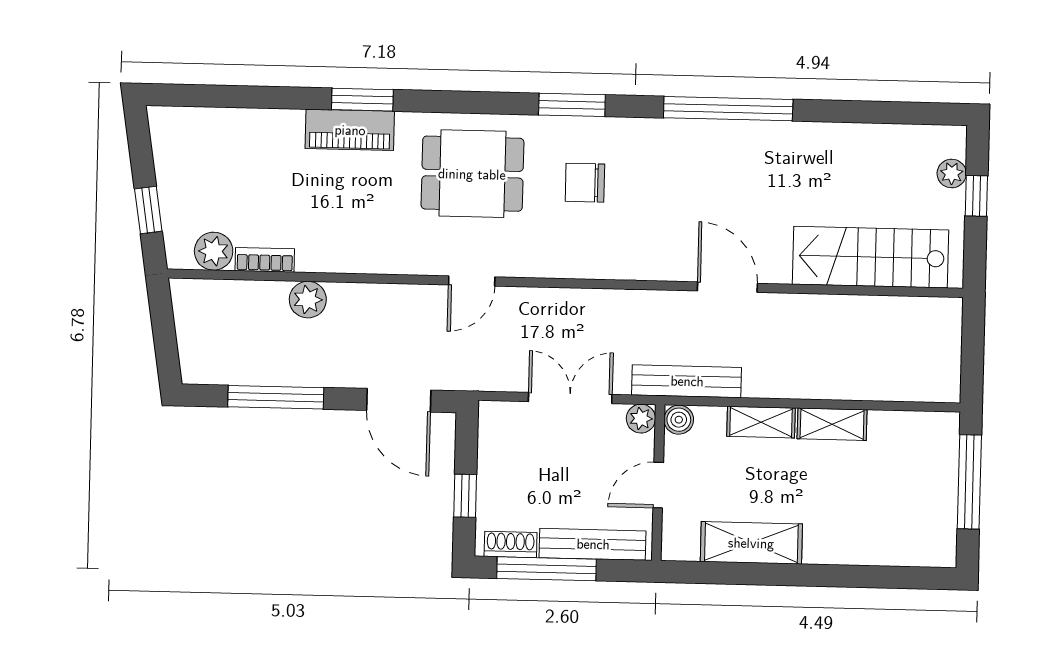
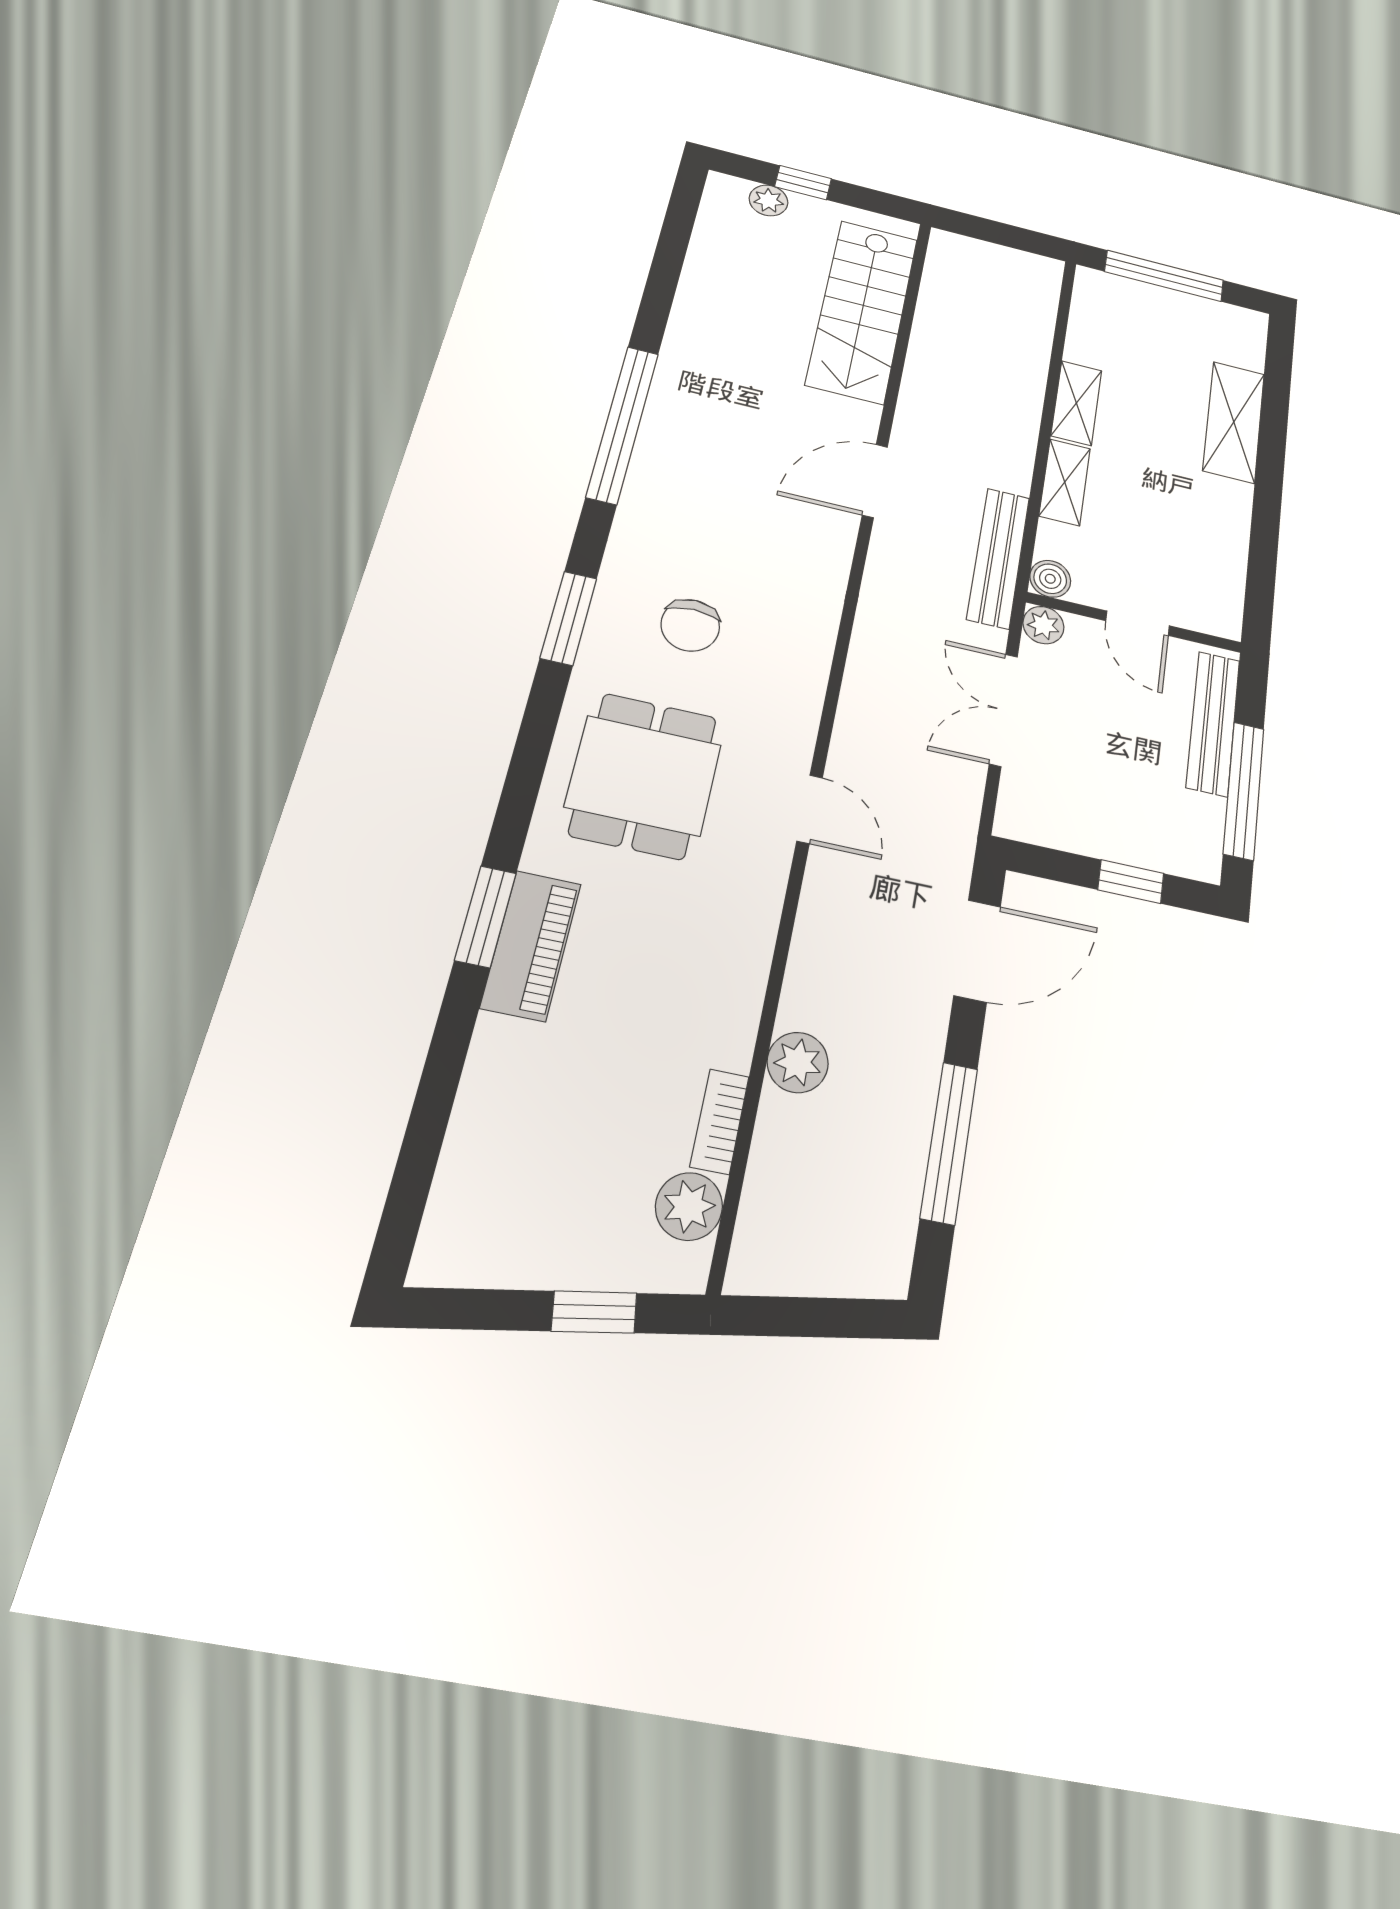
shelving: (751, 543) -> (1234, 422), moved
shoe rack: (511, 544) -> (1206, 832), removed

